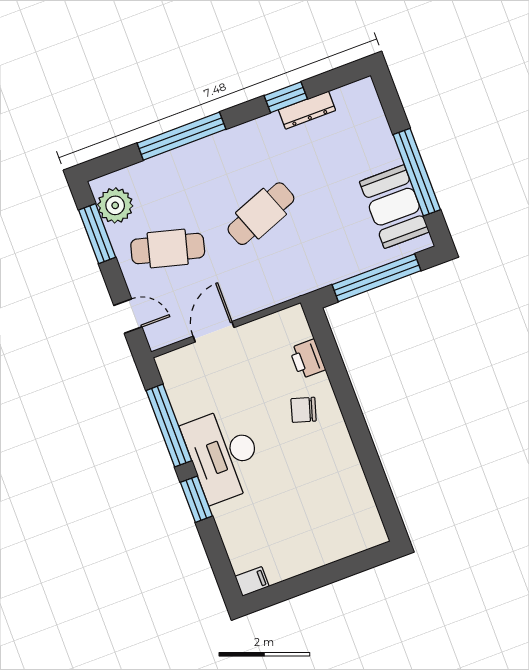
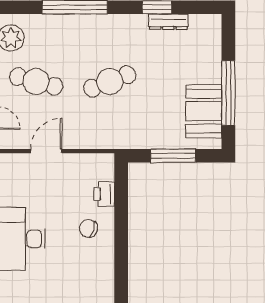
window: (377, 278) -> (173, 156), width x0.68

